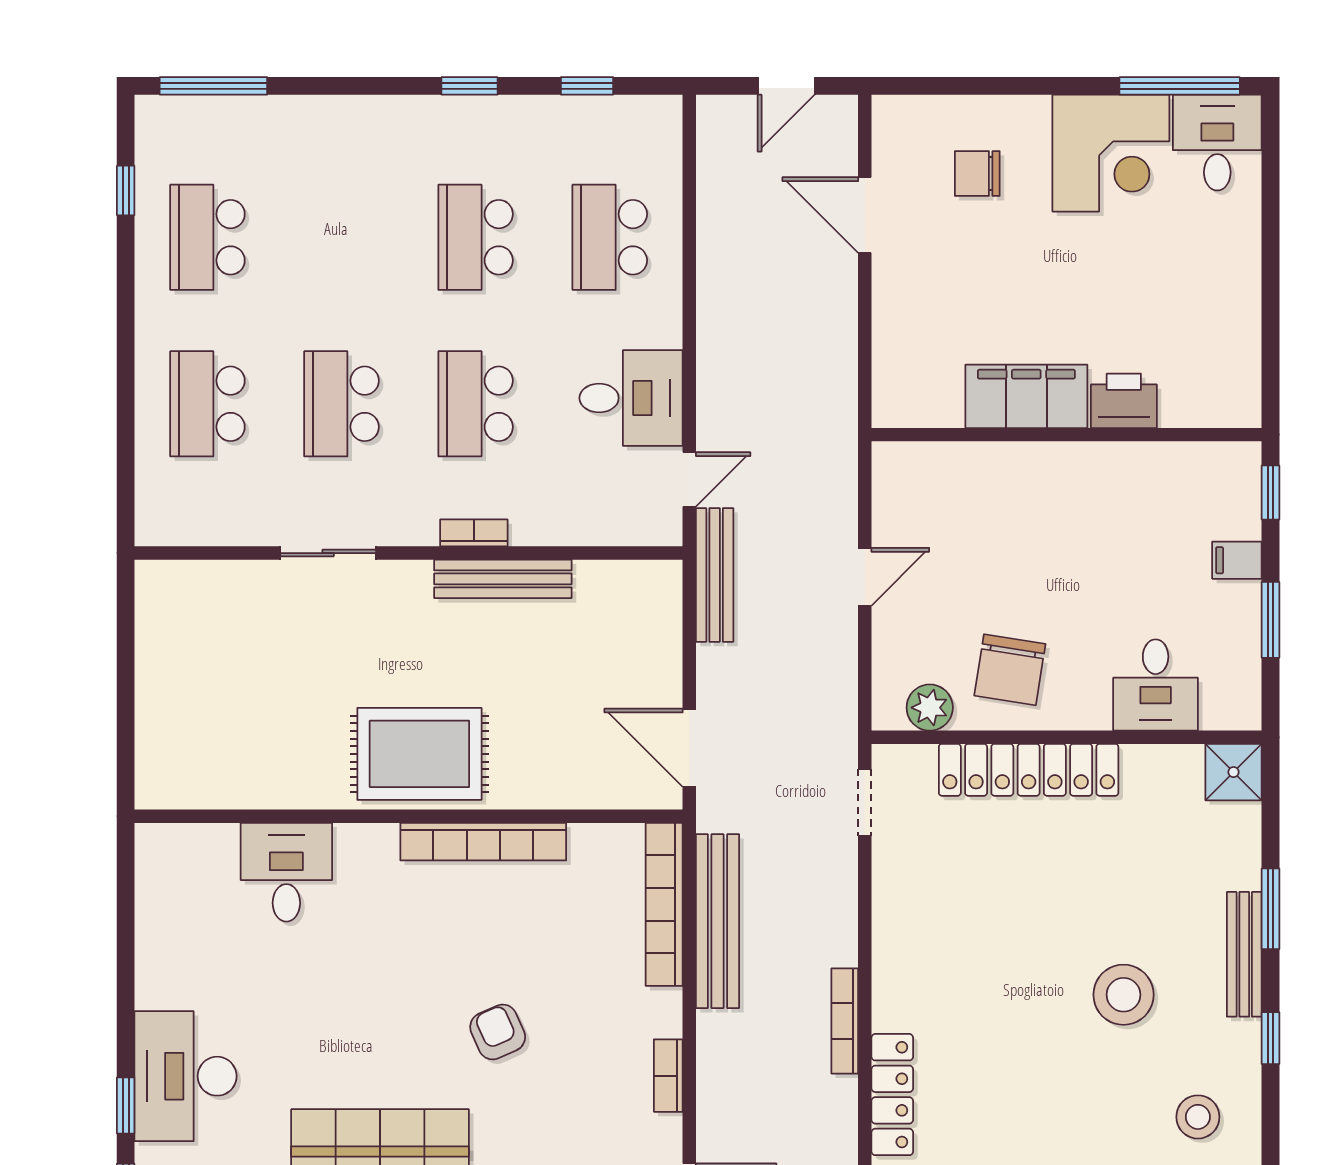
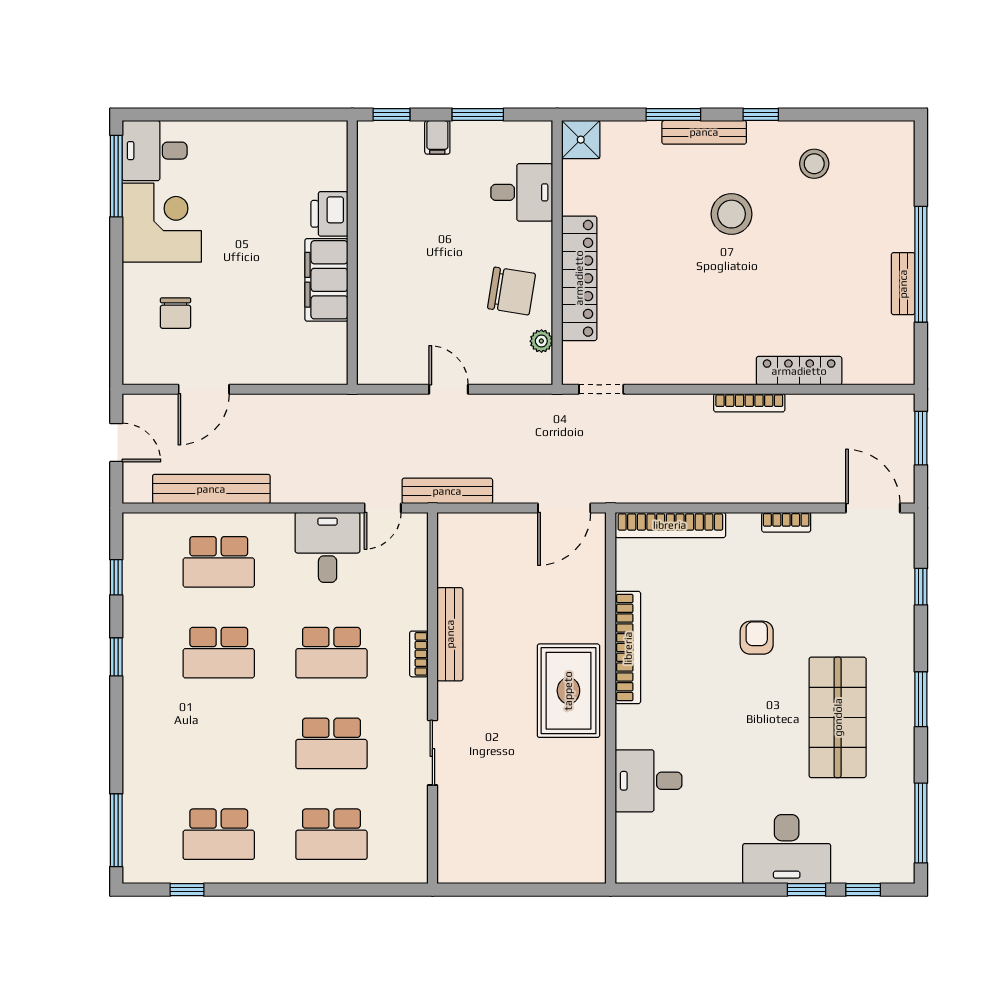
door: (689, 479) -> (383, 508), swing flipped
plant: (930, 708) -> (541, 341), width x0.73, depth x0.73
bench: (718, 921) -> (211, 489), moved
armchair: (498, 1032) -> (757, 638), turned 114

